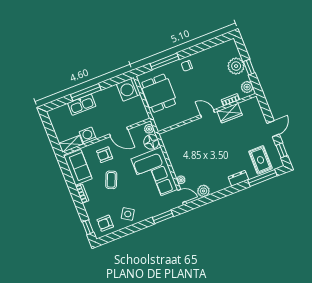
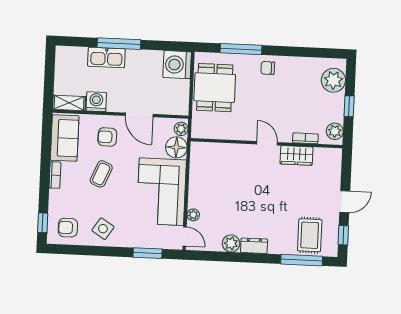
plant: (236, 66) -> (333, 80), moved
dresser: (238, 178) -> (254, 246), moved
plant: (203, 191) -> (231, 243), moved

